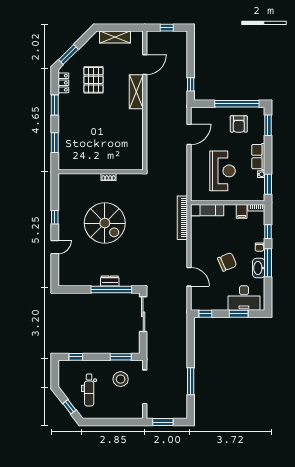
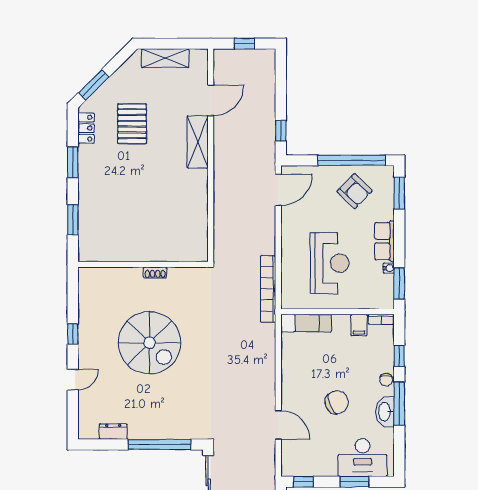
armchair: (239, 124) -> (355, 191), turned -46
door: (189, 134) -> (278, 190), moved
bookcase: (182, 218) -> (268, 289), moved
dresser: (110, 281) -> (113, 432), moved

